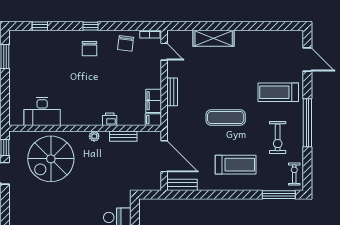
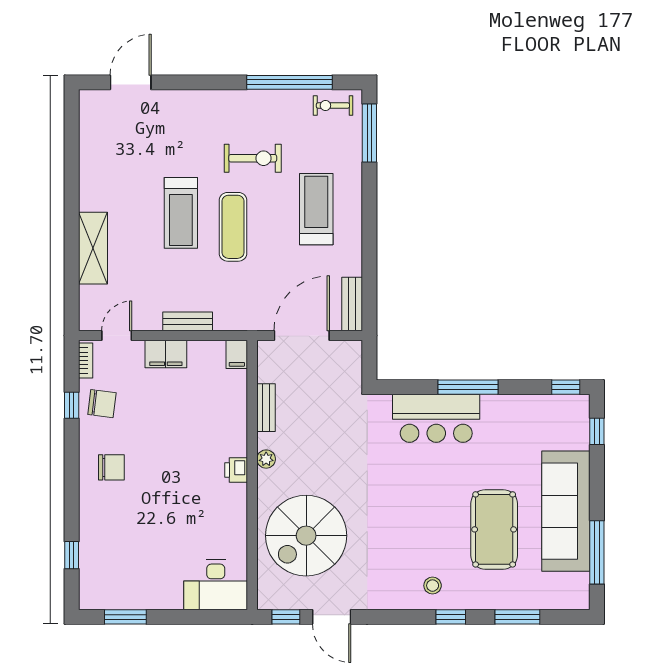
window: (90, 26) -> (72, 405), moved
treadmill: (278, 92) -> (181, 213), moved
filing cabinet: (154, 101) -> (166, 354), moved
desk: (42, 112) -> (216, 585), moved, turned 90
printer: (110, 119) -> (236, 470), moved
window: (307, 123) -> (290, 82), moved
exercise bike: (278, 137) -> (253, 158), moved
spiral stairs: (51, 159) -> (306, 536), turned 90

